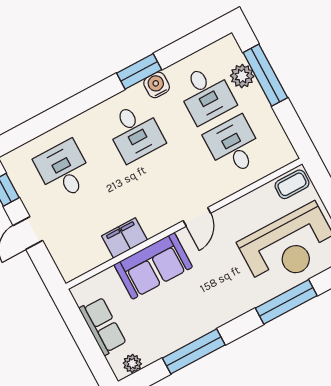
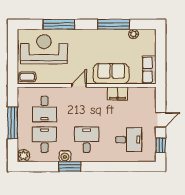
window: (265, 75) -> (13, 123), moved
plant: (242, 76) -> (23, 156), moved
desk: (64, 170) -> (129, 140), turned -90
row of seats: (103, 326) -> (149, 70), moved
plant: (132, 364) -> (133, 34), moved

